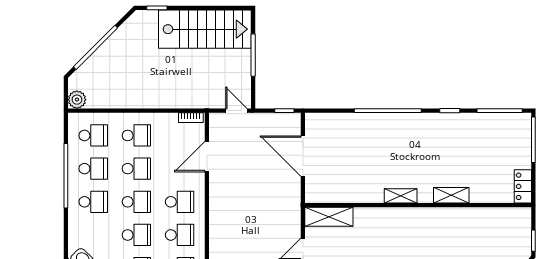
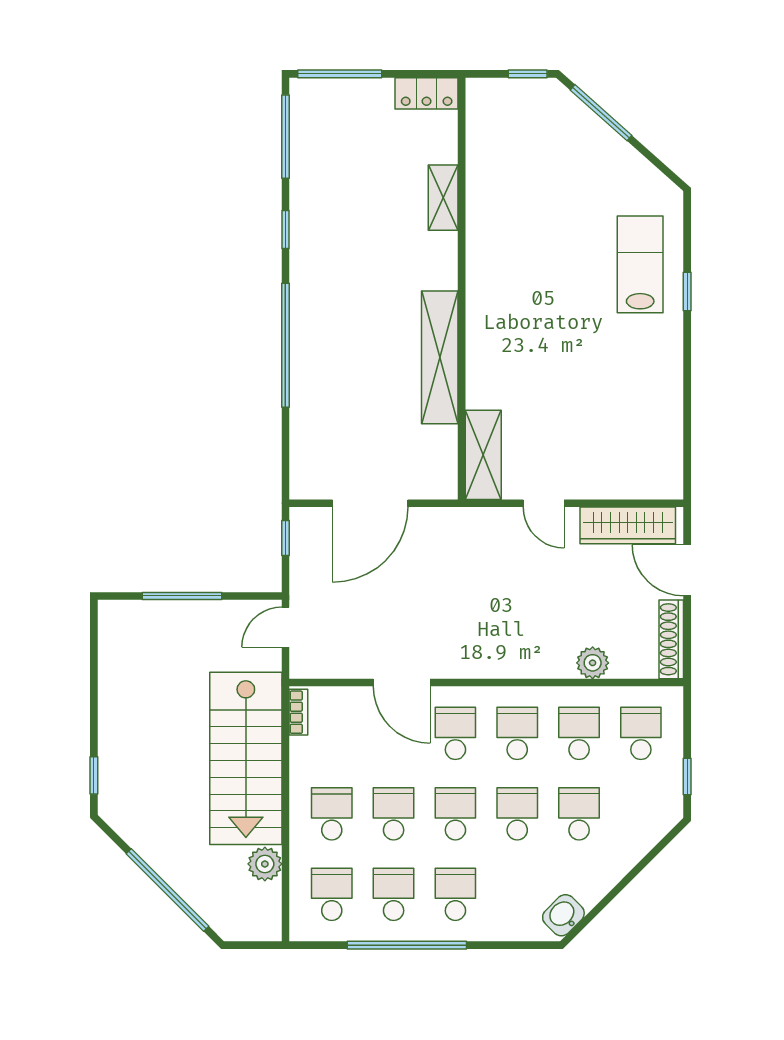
stairs: (205, 29) -> (246, 758), moved, turned 180
plant: (77, 100) -> (265, 864), moved
door: (207, 157) -> (402, 682), moved
shelving: (451, 195) -> (443, 198), moved
shelving: (401, 196) -> (440, 357), width x2.20, depth x1.33

